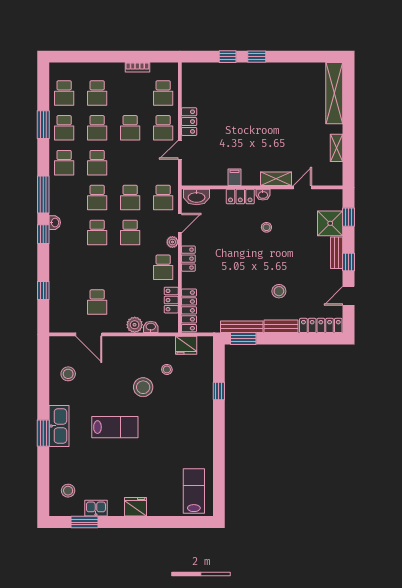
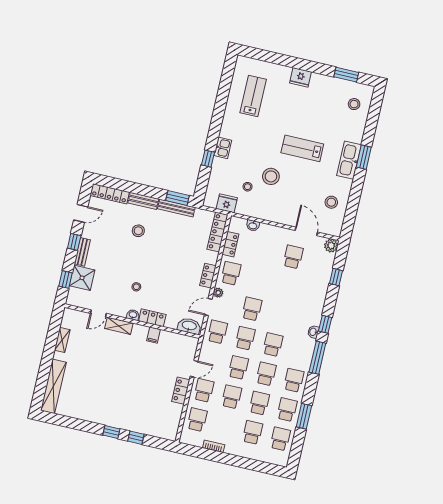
school desk: (97, 232) -> (238, 368), moved
plant: (135, 325) -> (331, 246), moved
lab bench: (194, 491) -> (253, 96), moved, turned 180
kitchen sink: (96, 508) -> (223, 148), moved, turned -90

